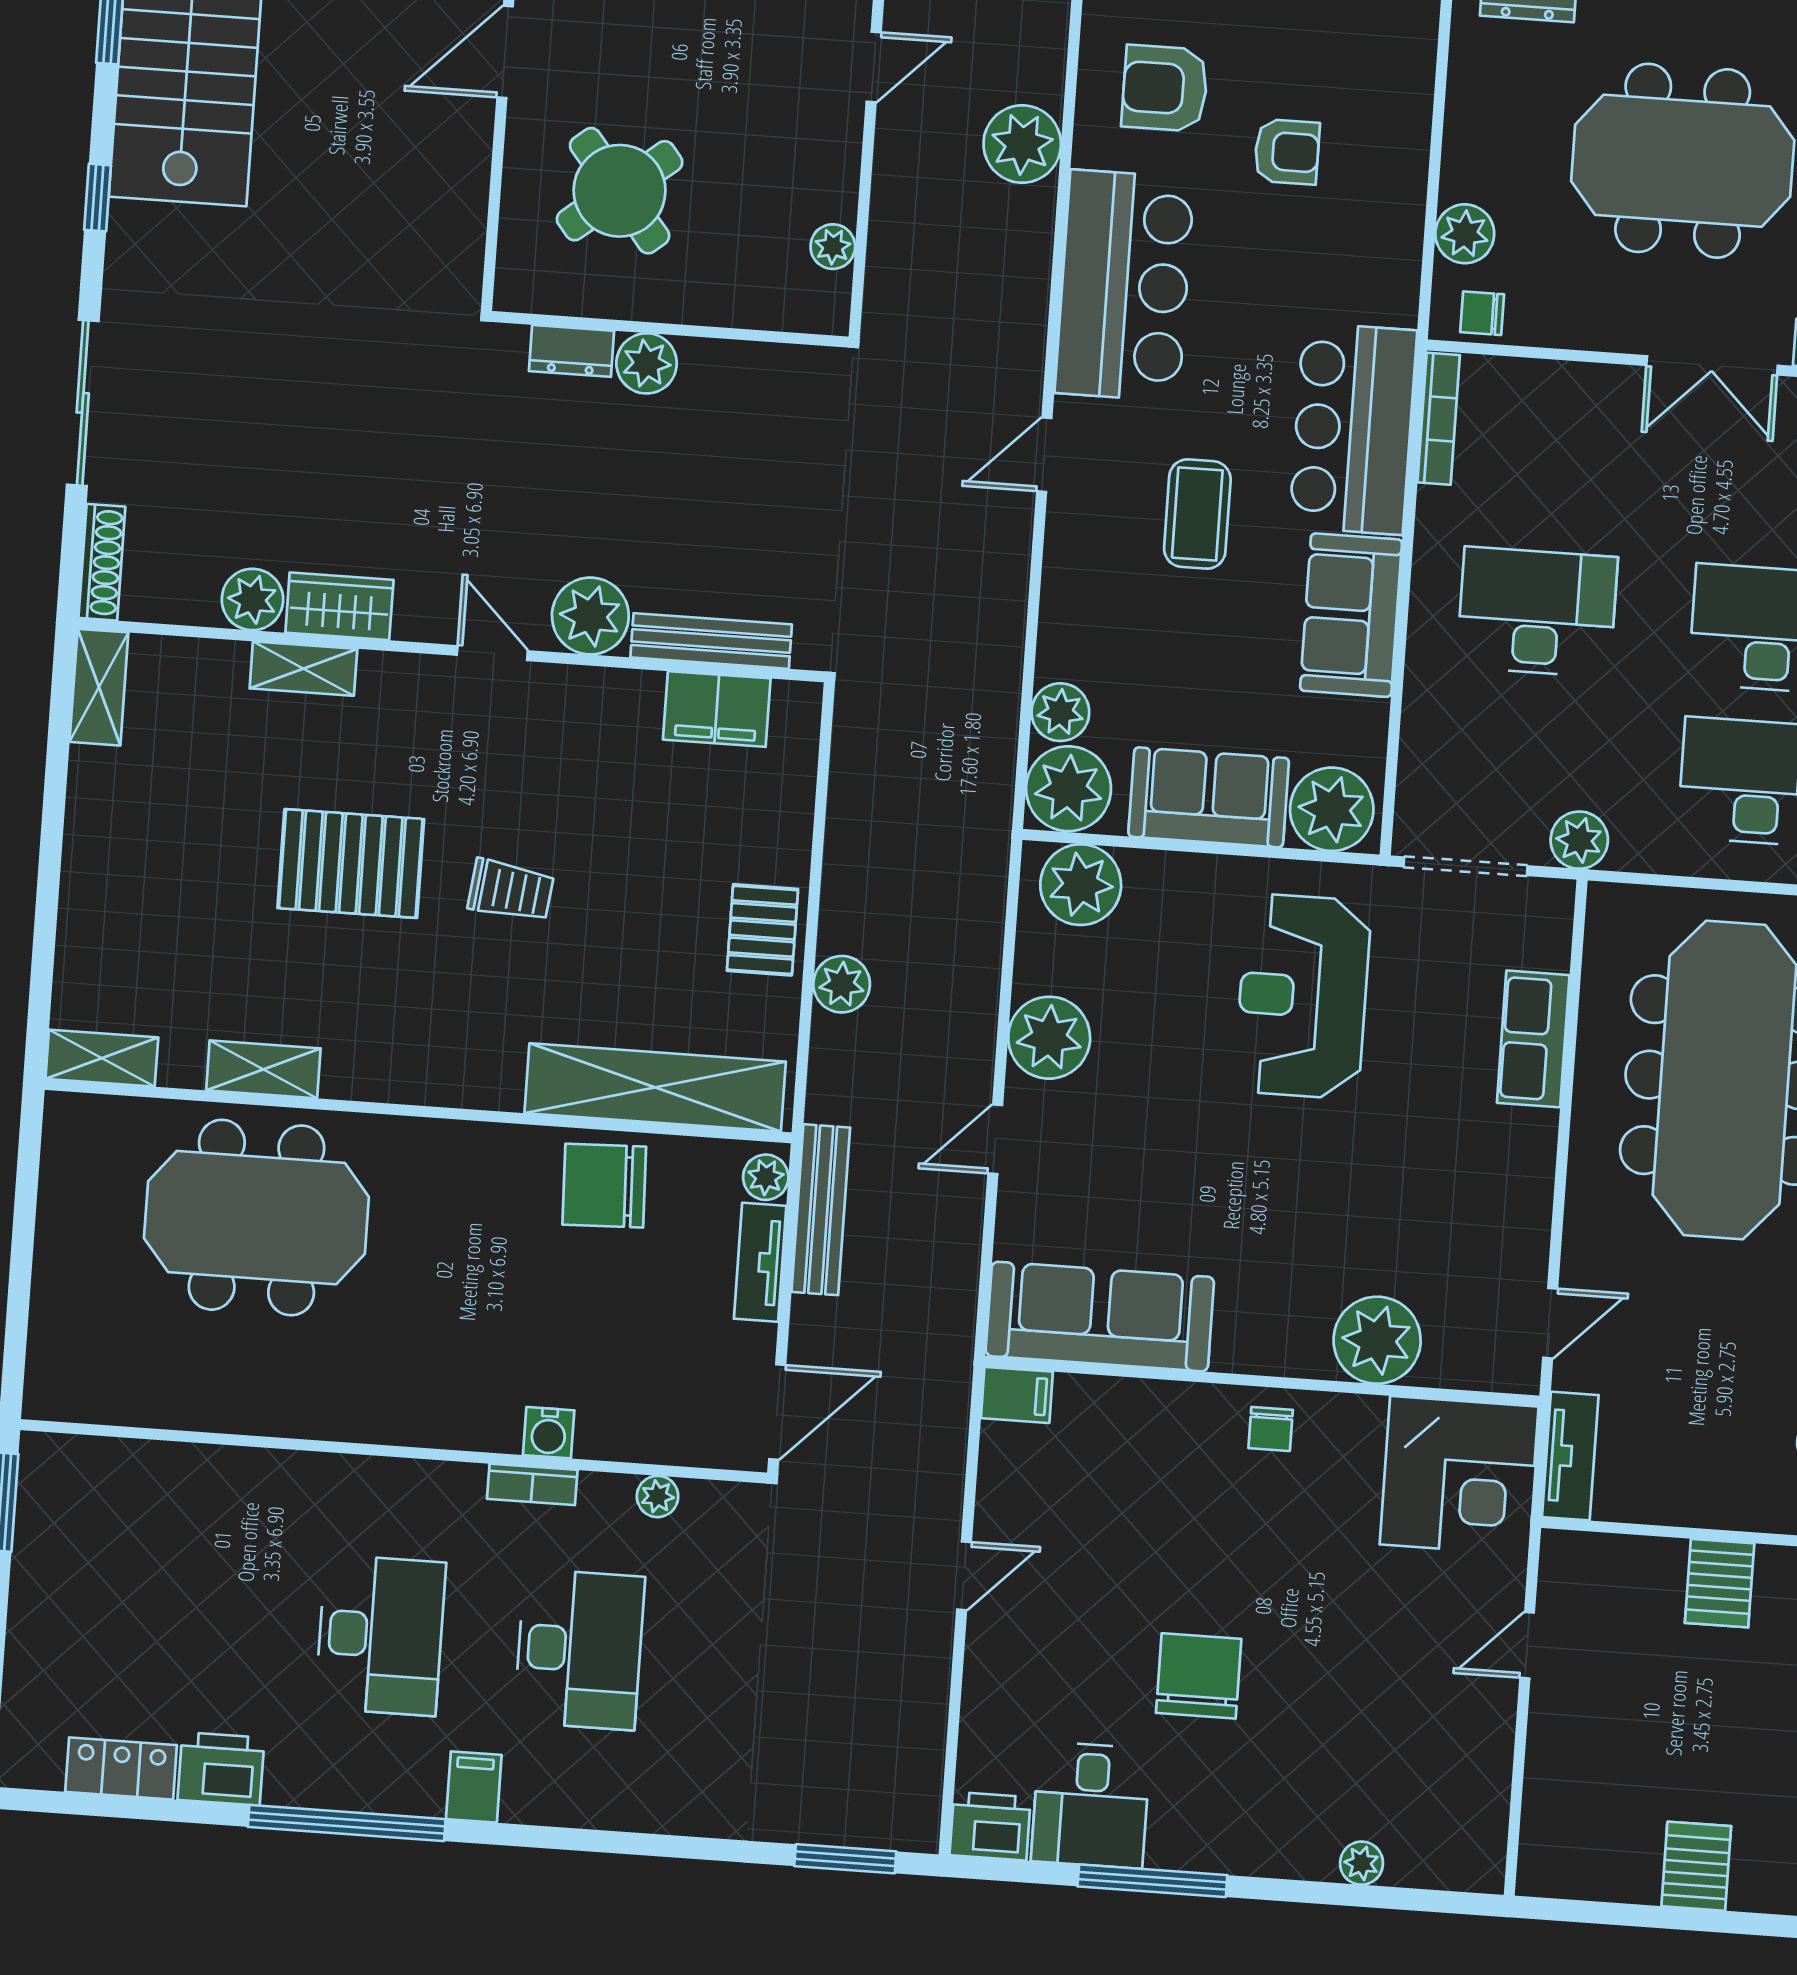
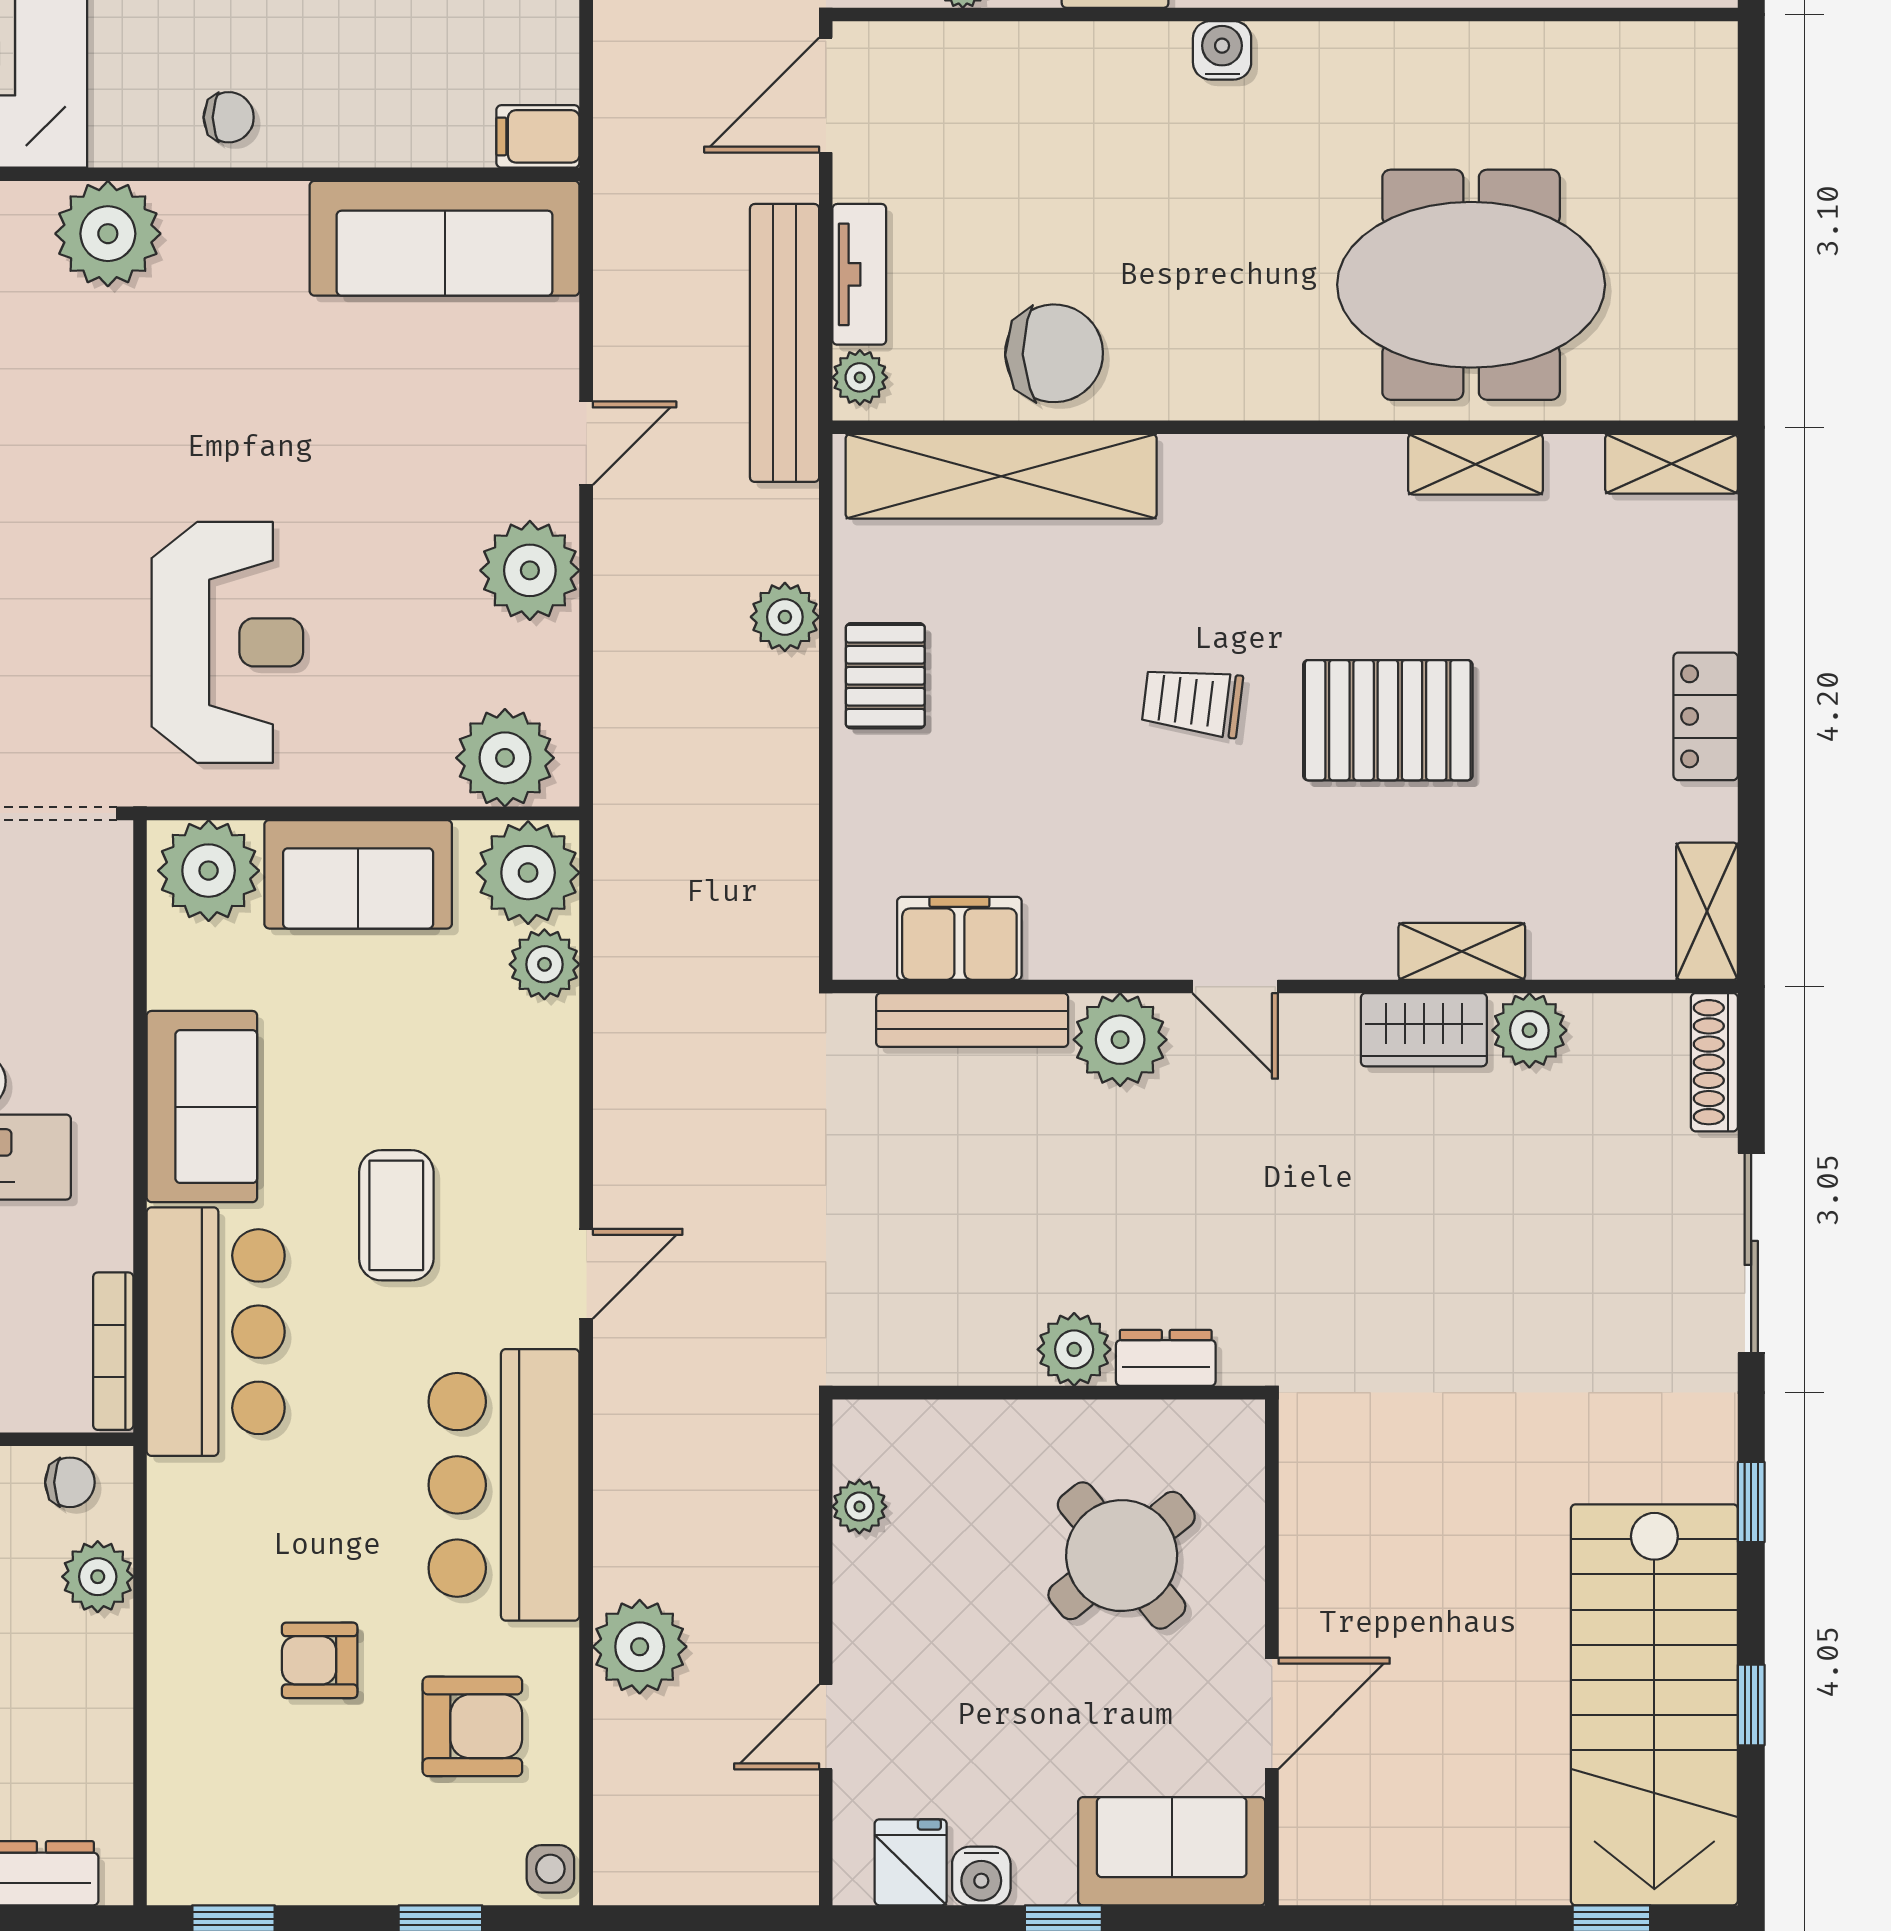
locker: (89, 848) -> (1706, 716), added
bench: (821, 1210) -> (785, 343), width x1.37, depth x1.21
chair: (1271, 1429) -> (229, 117), turned 90
water cooler: (549, 1433) -> (1222, 50), moved

